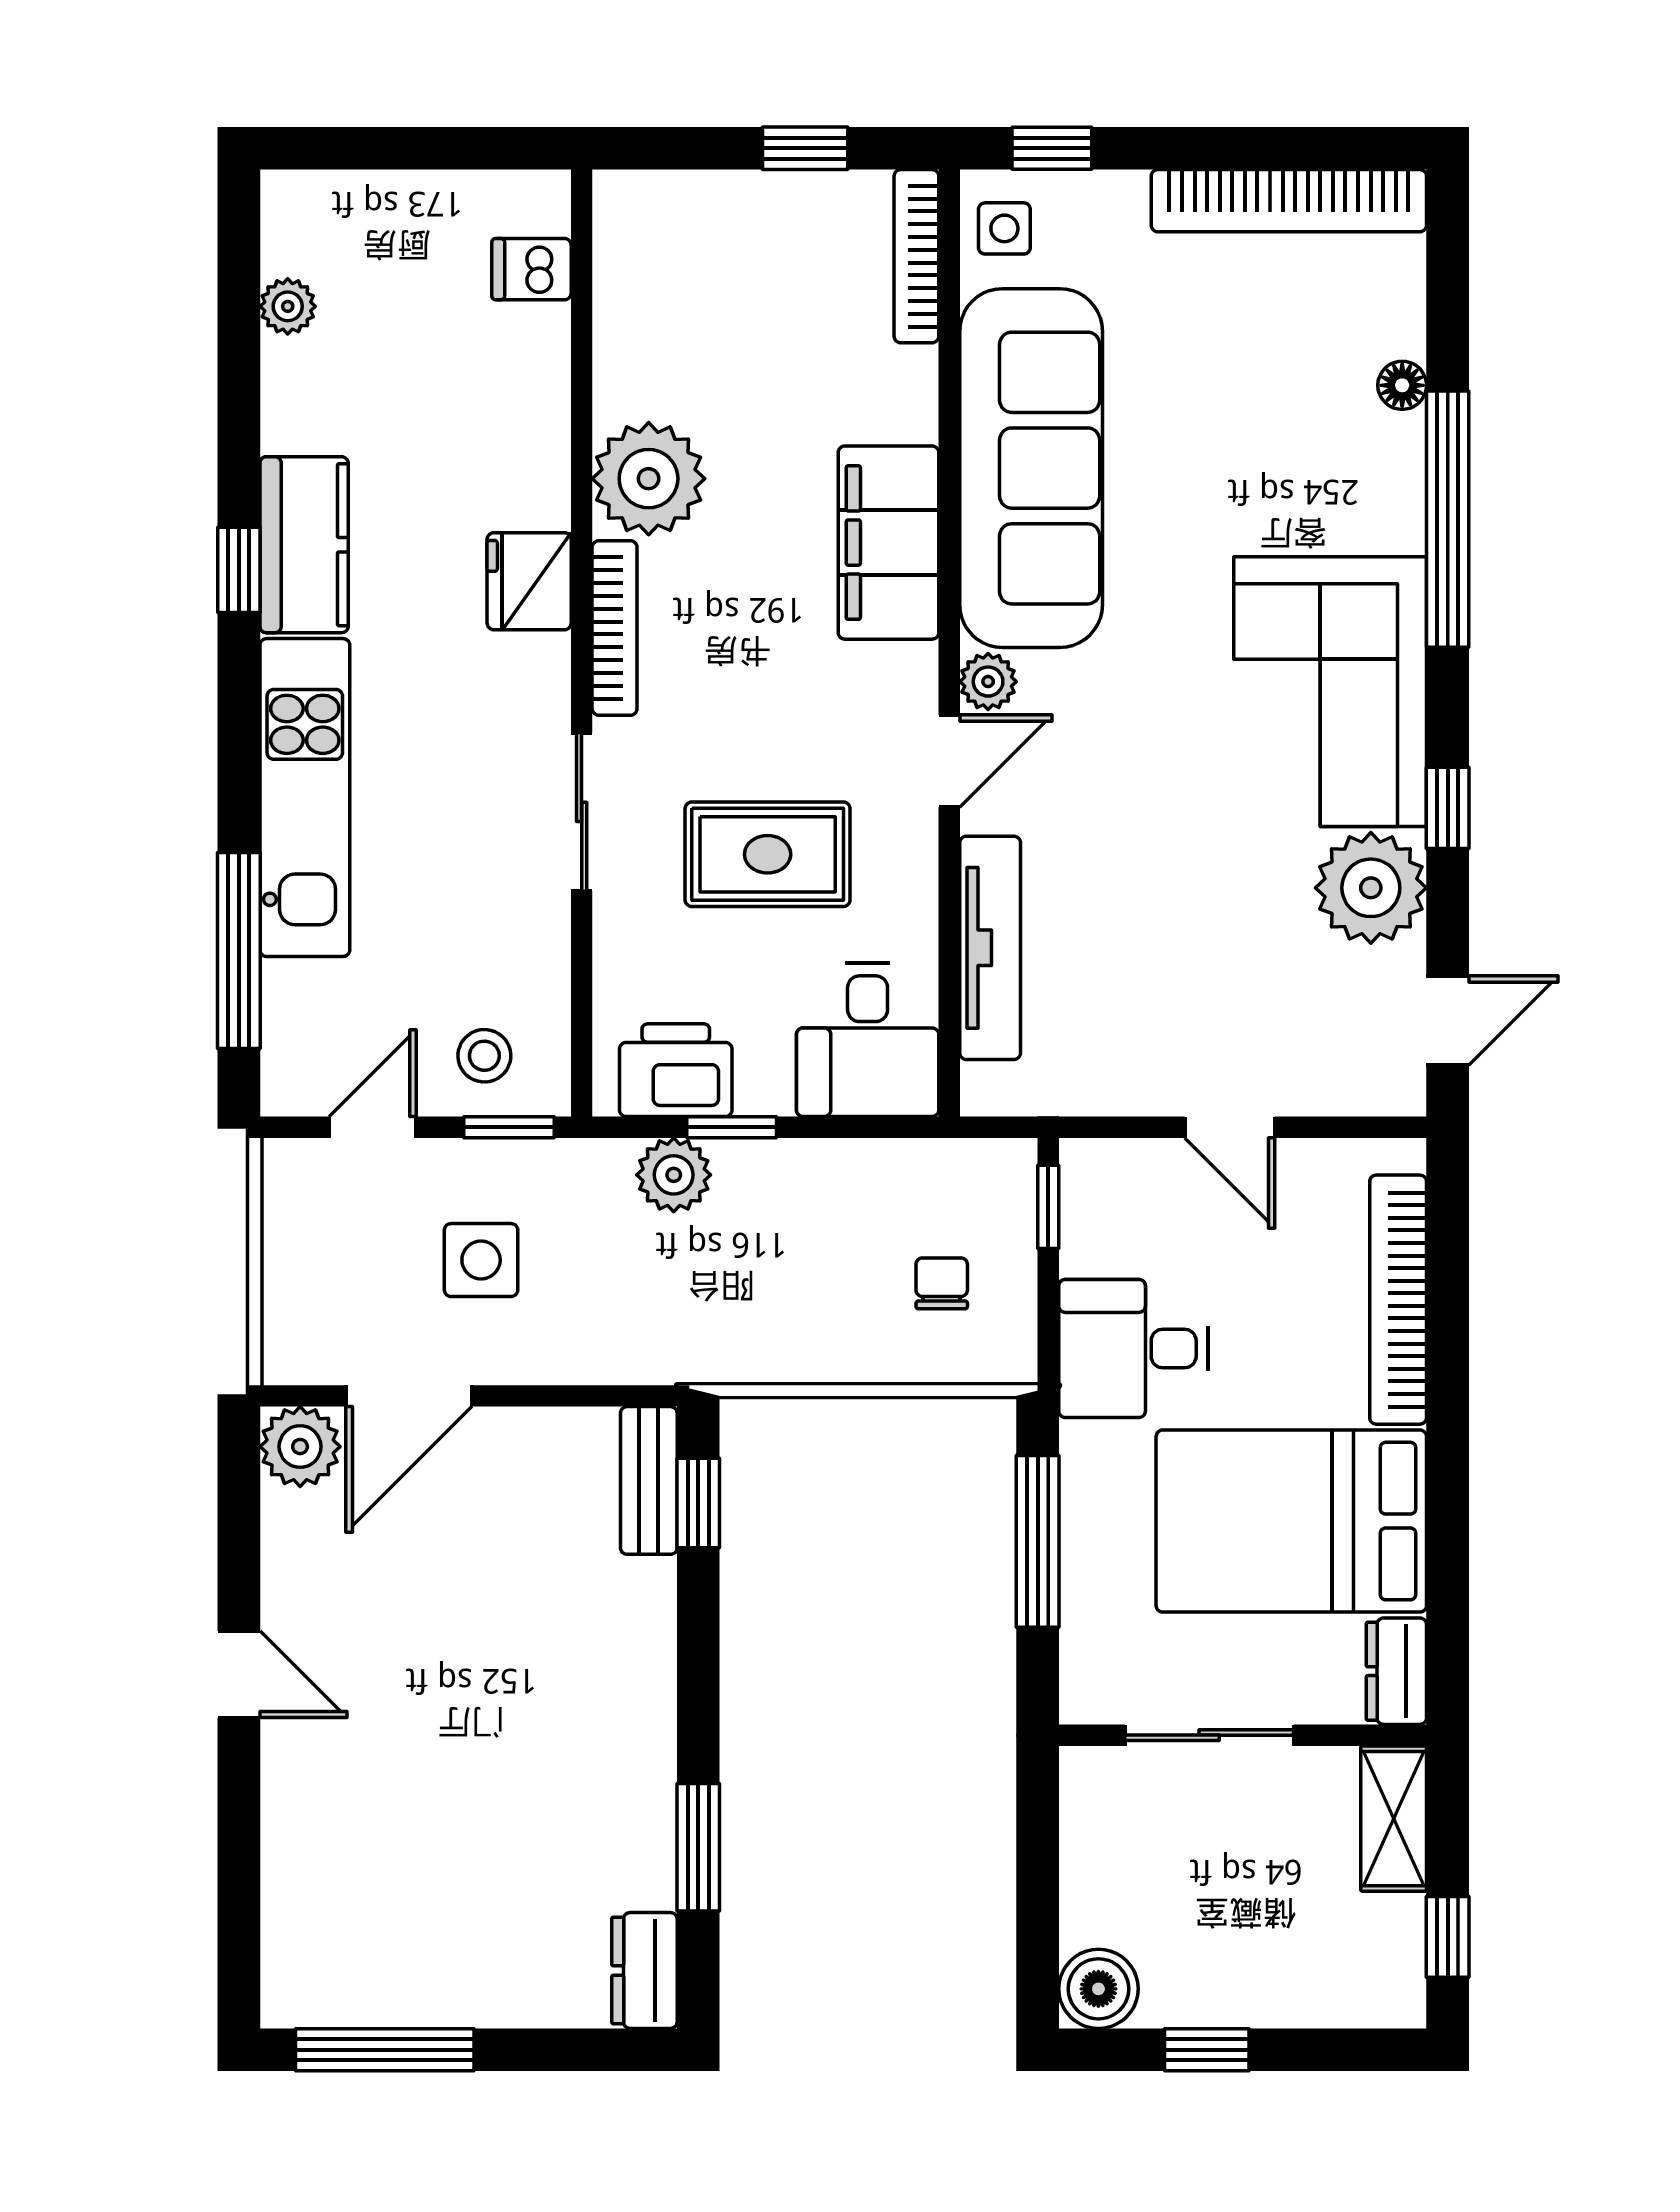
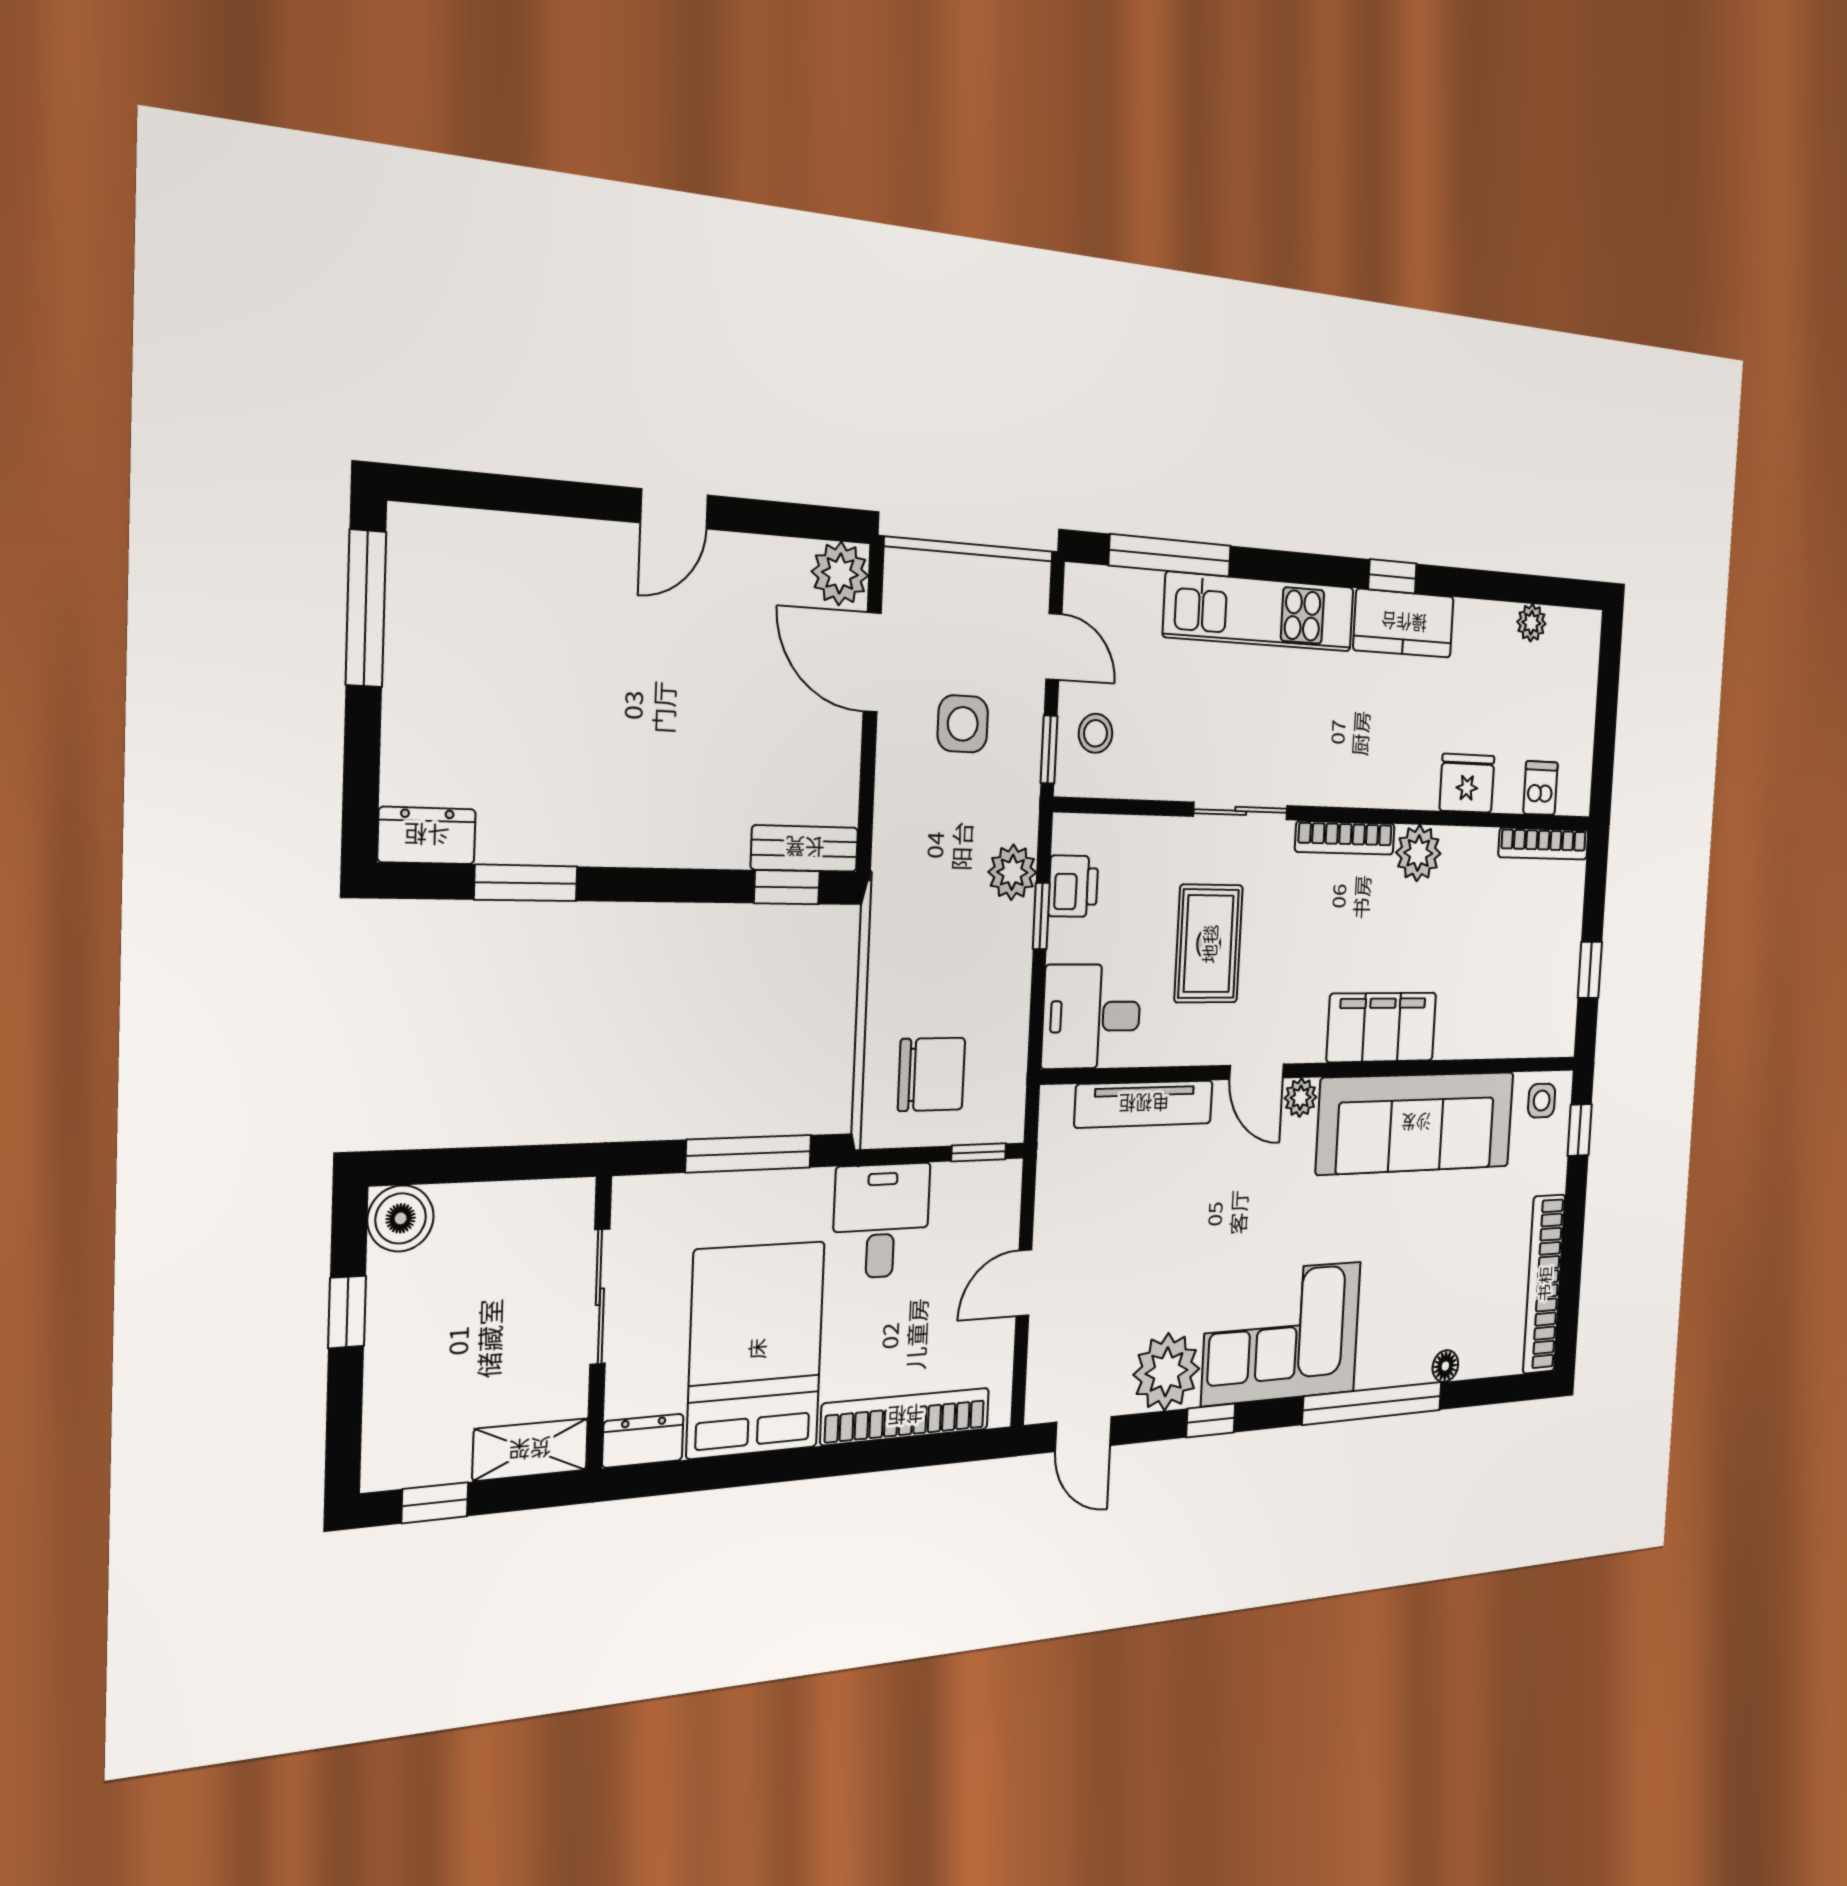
bookcase: (916, 256) -> (1544, 844), moved, turned 180
plant: (649, 479) -> (1418, 853), width x0.73, depth x0.73
fridge: (529, 581) -> (1467, 783), moved
printer: (676, 1070) -> (1073, 886), width x0.73, depth x0.81
chair: (942, 1283) -> (932, 1074), width x1.87, depth x1.87

